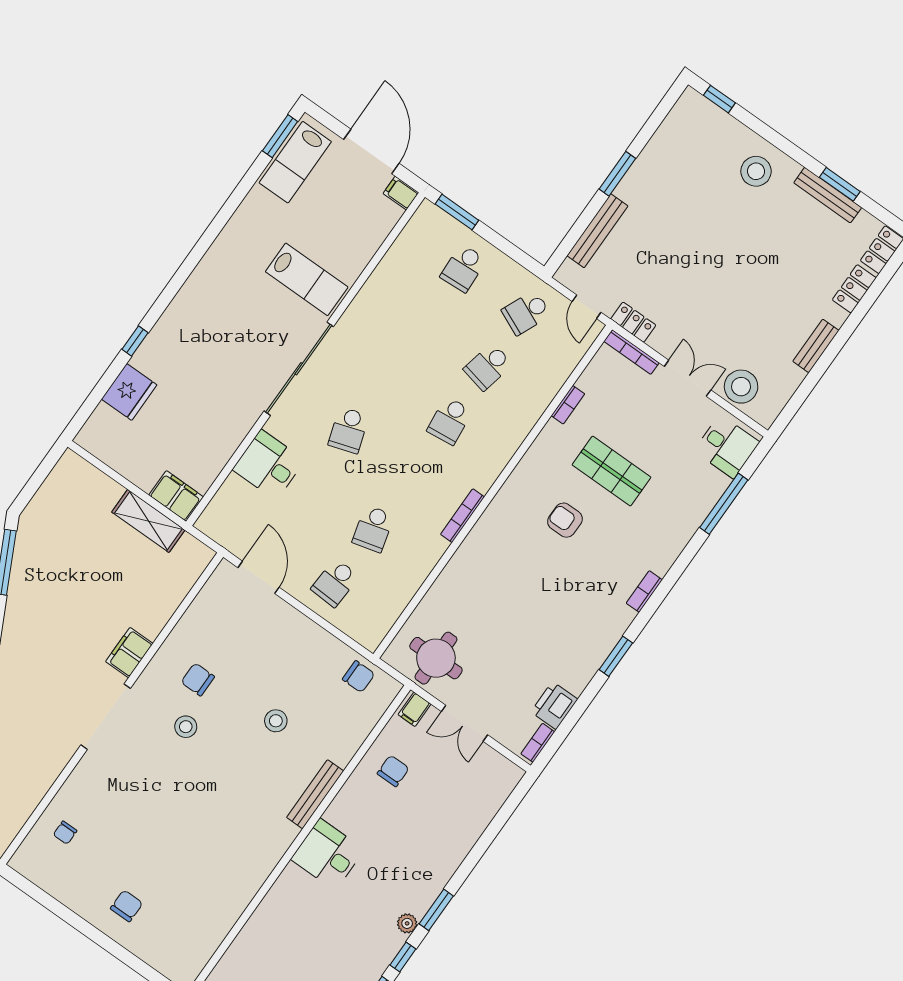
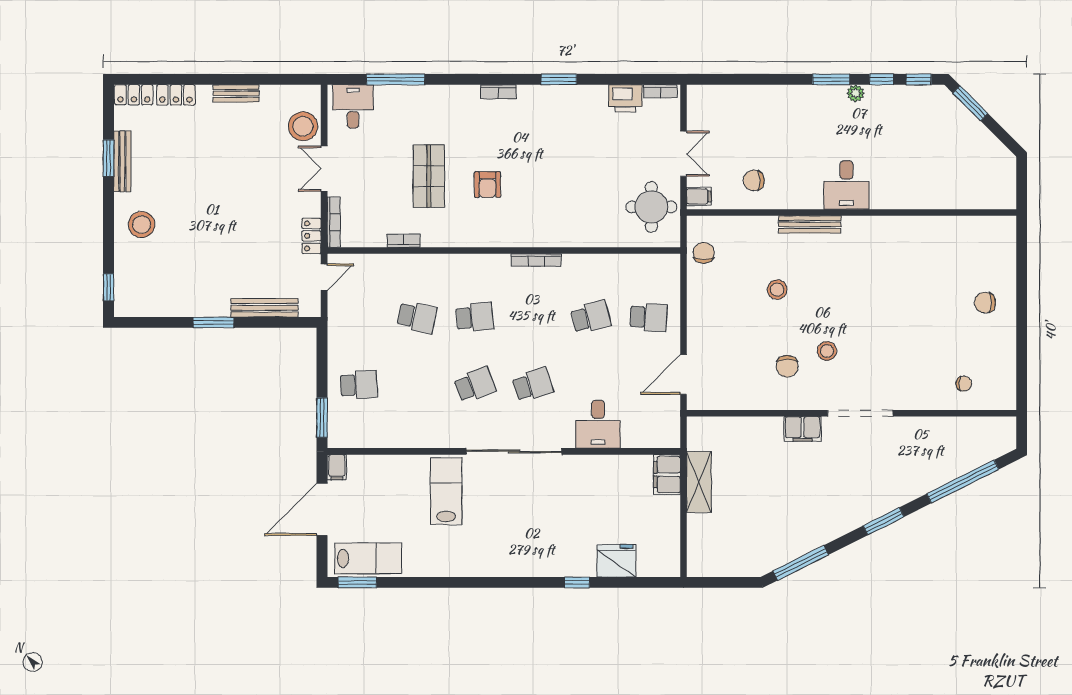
school desk: (526, 313) -> (475, 385), moved, turned -45

